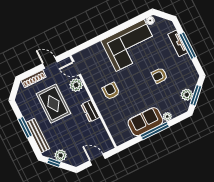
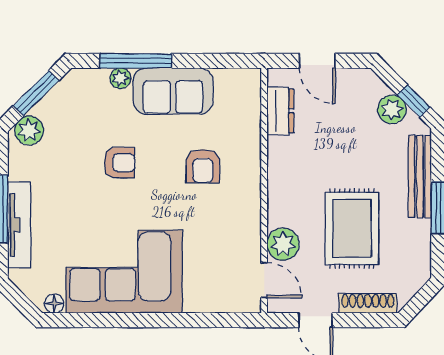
tv unit: (178, 43) -> (19, 225), width x1.41
armchair: (159, 76) -> (120, 163), moved
armchair: (111, 91) -> (203, 166), moved
plant: (187, 95) -> (29, 130), moved
dresser: (90, 111) -> (280, 111), moved
window: (155, 131) -> (136, 61), moved

